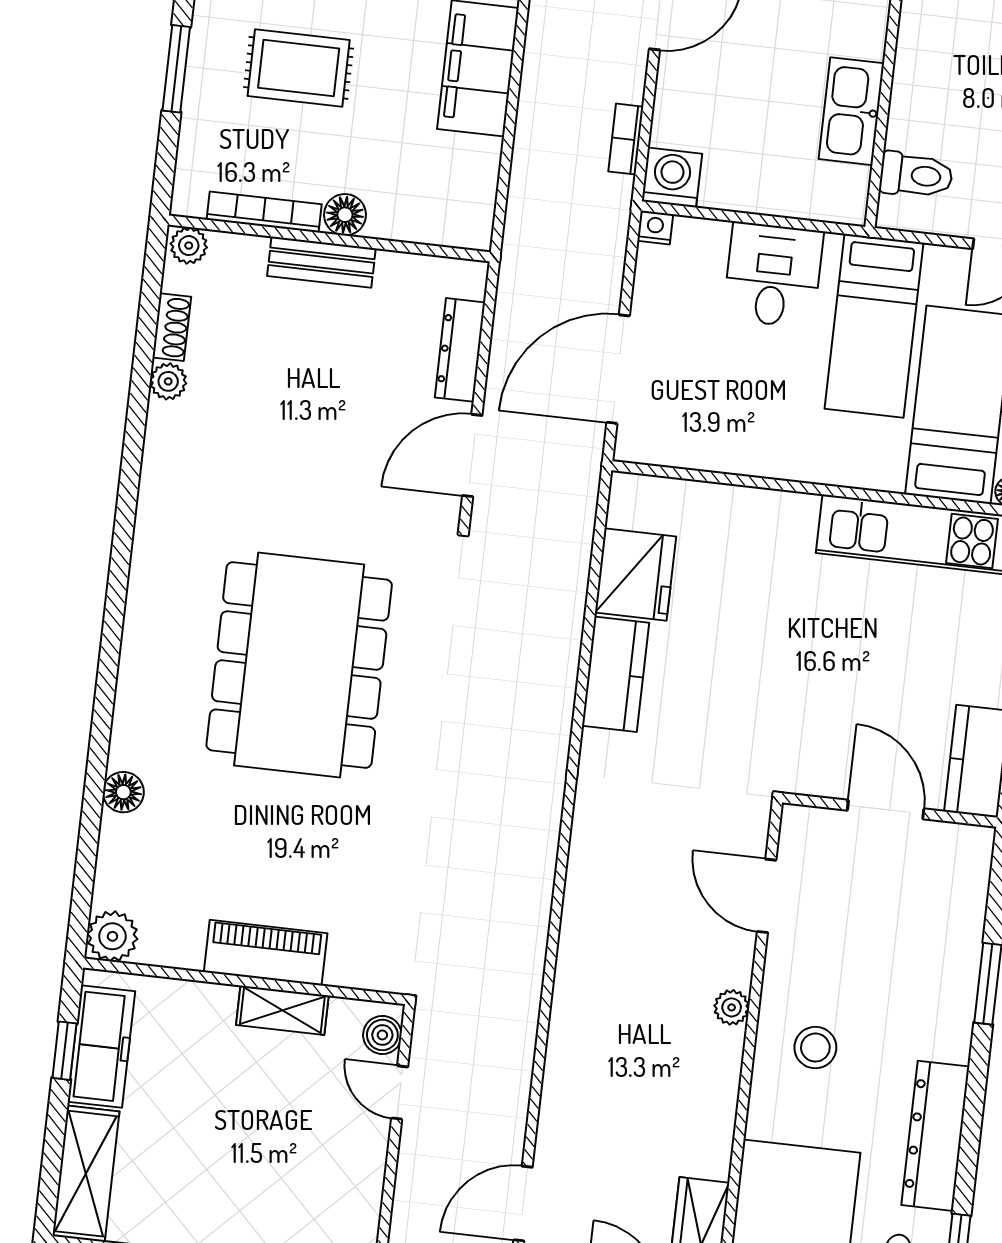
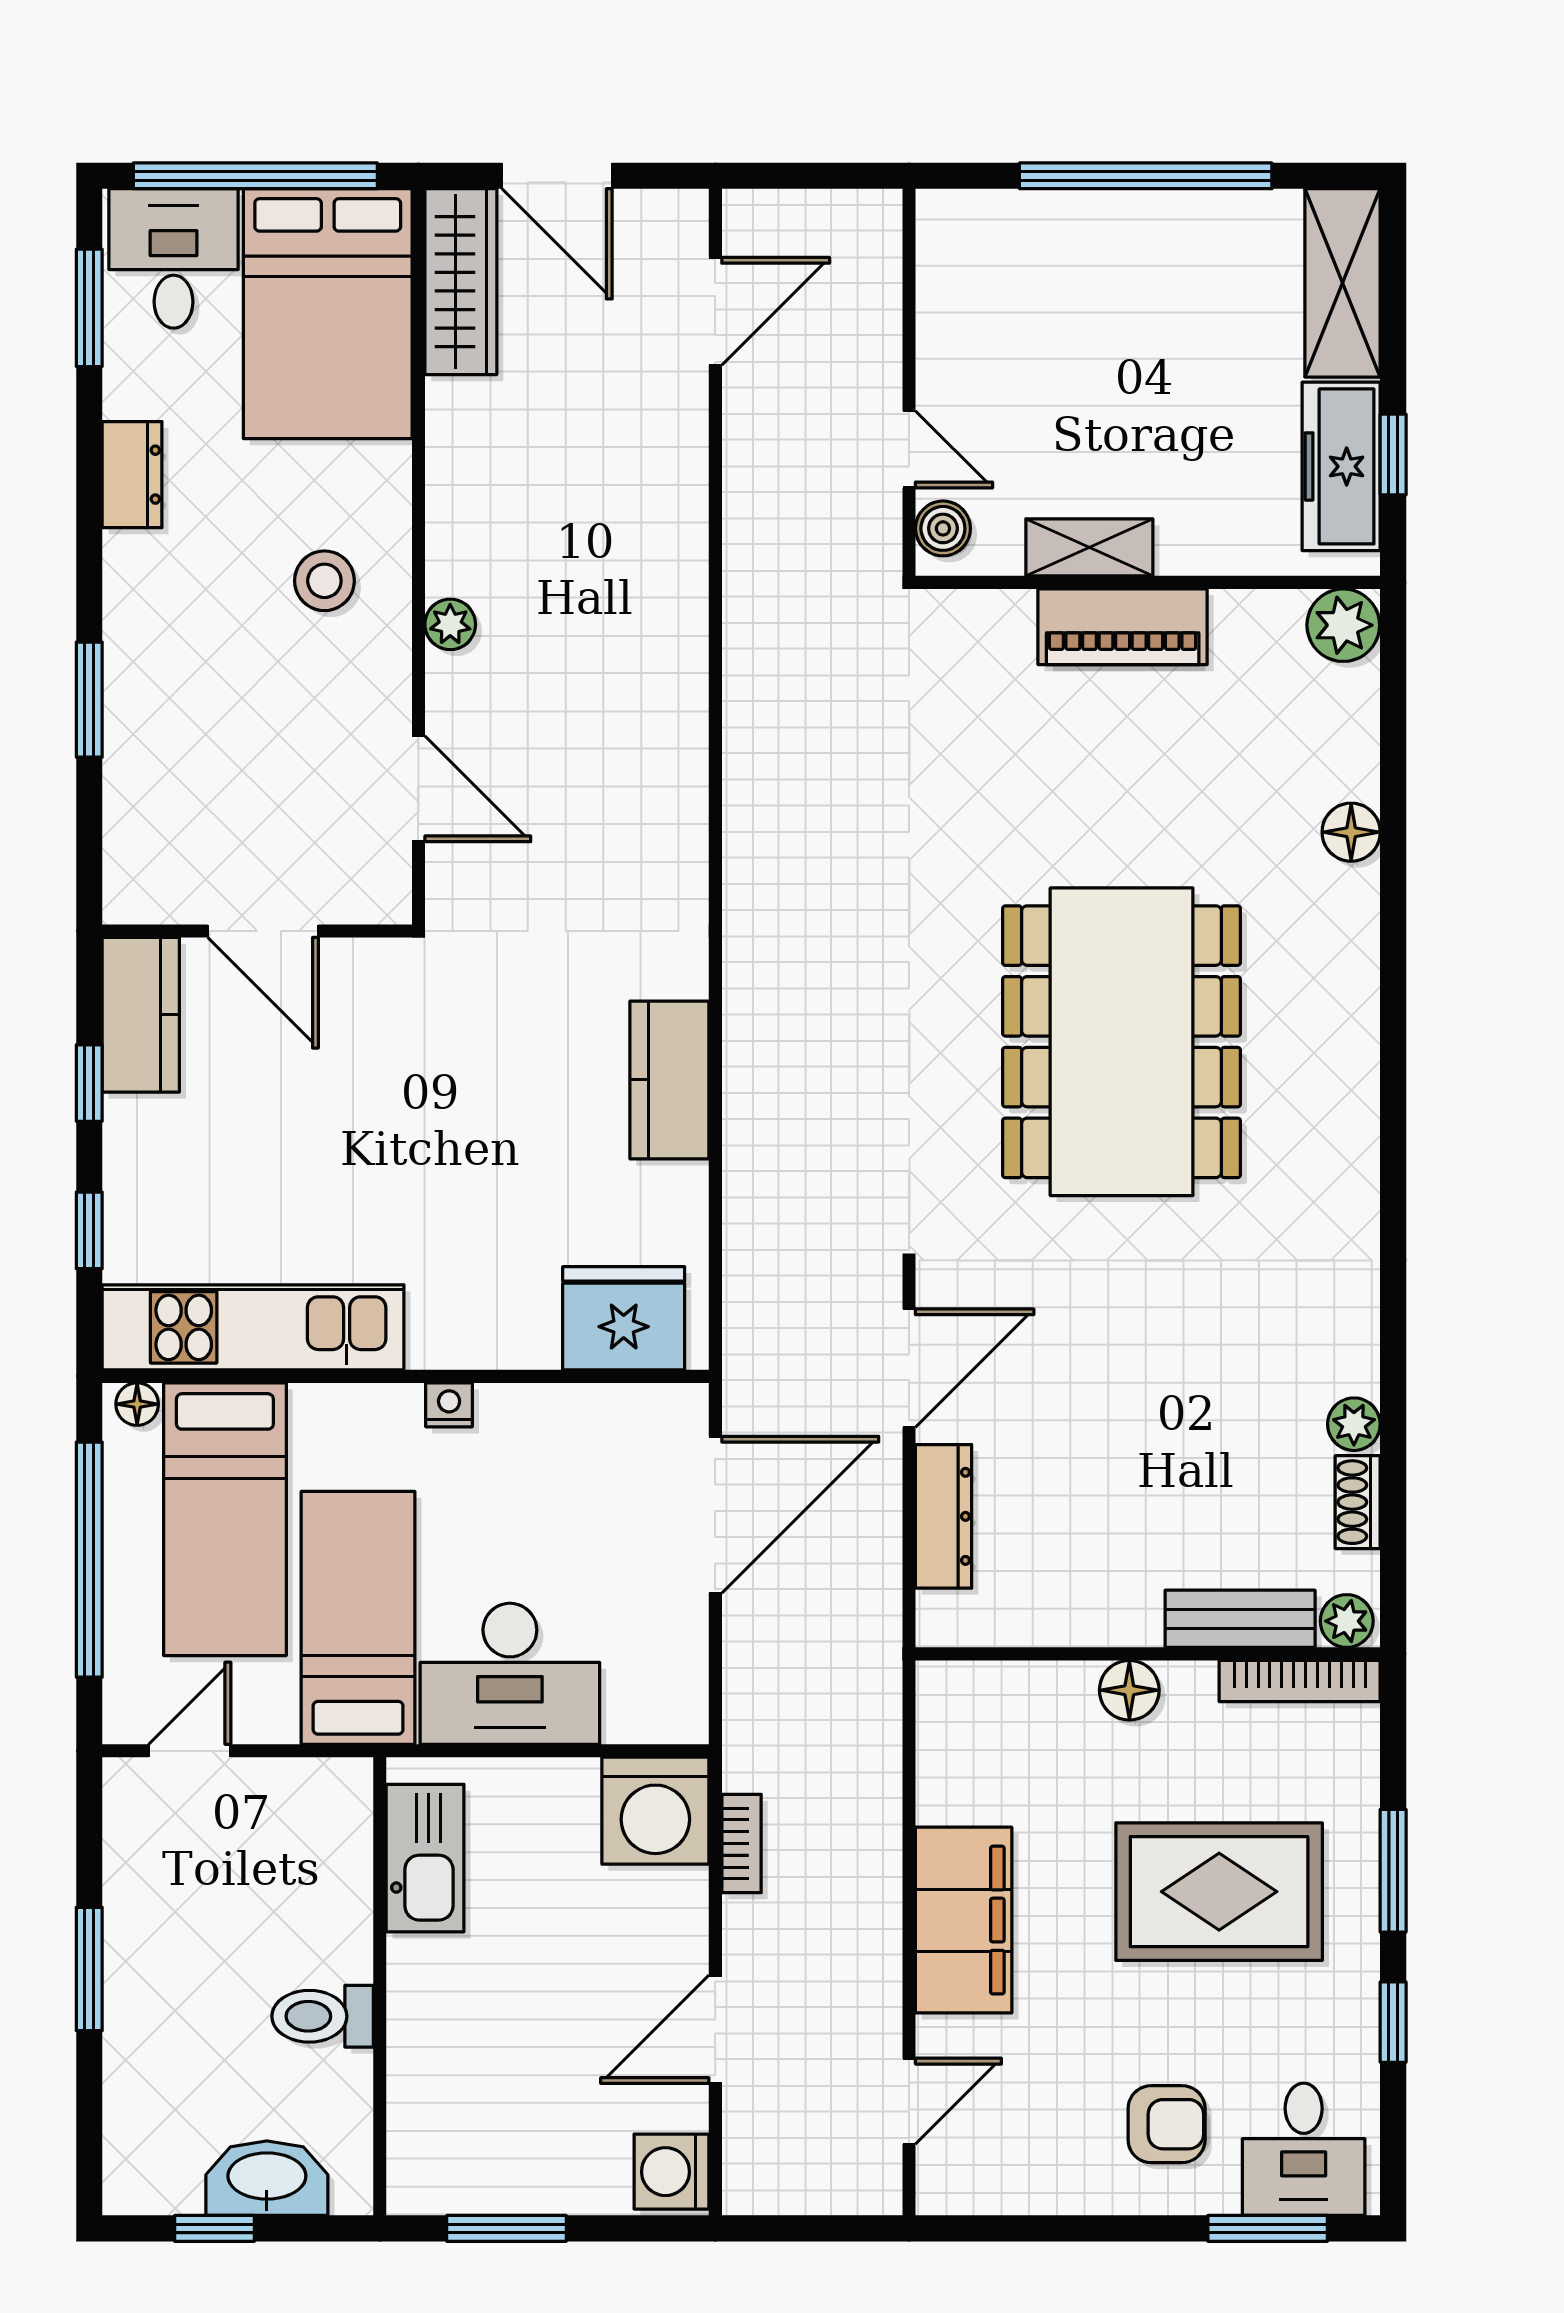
rug: (299, 68) -> (1219, 1892), width x1.36, depth x1.43
kitchen sink: (851, 111) -> (425, 1858), moved
toilet: (916, 175) -> (323, 2016), moved
washing machine: (672, 178) -> (655, 1811), width x1.37, depth x1.37
bookcase: (264, 212) -> (1300, 1681), moved
nightstand: (655, 228) -> (449, 1405), moved, turned 180
bench: (321, 262) -> (1240, 1619), moved
desk: (773, 275) -> (510, 1674), width x1.37
fridge: (635, 575) -> (624, 1318), moved, turned 90
dresser: (935, 1136) -> (132, 475), width x0.51, depth x0.80

